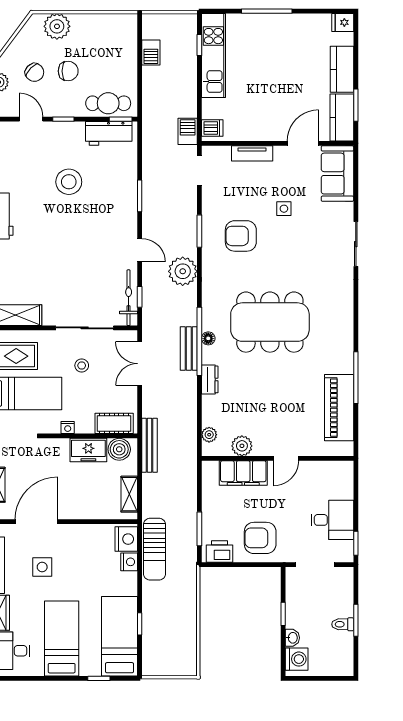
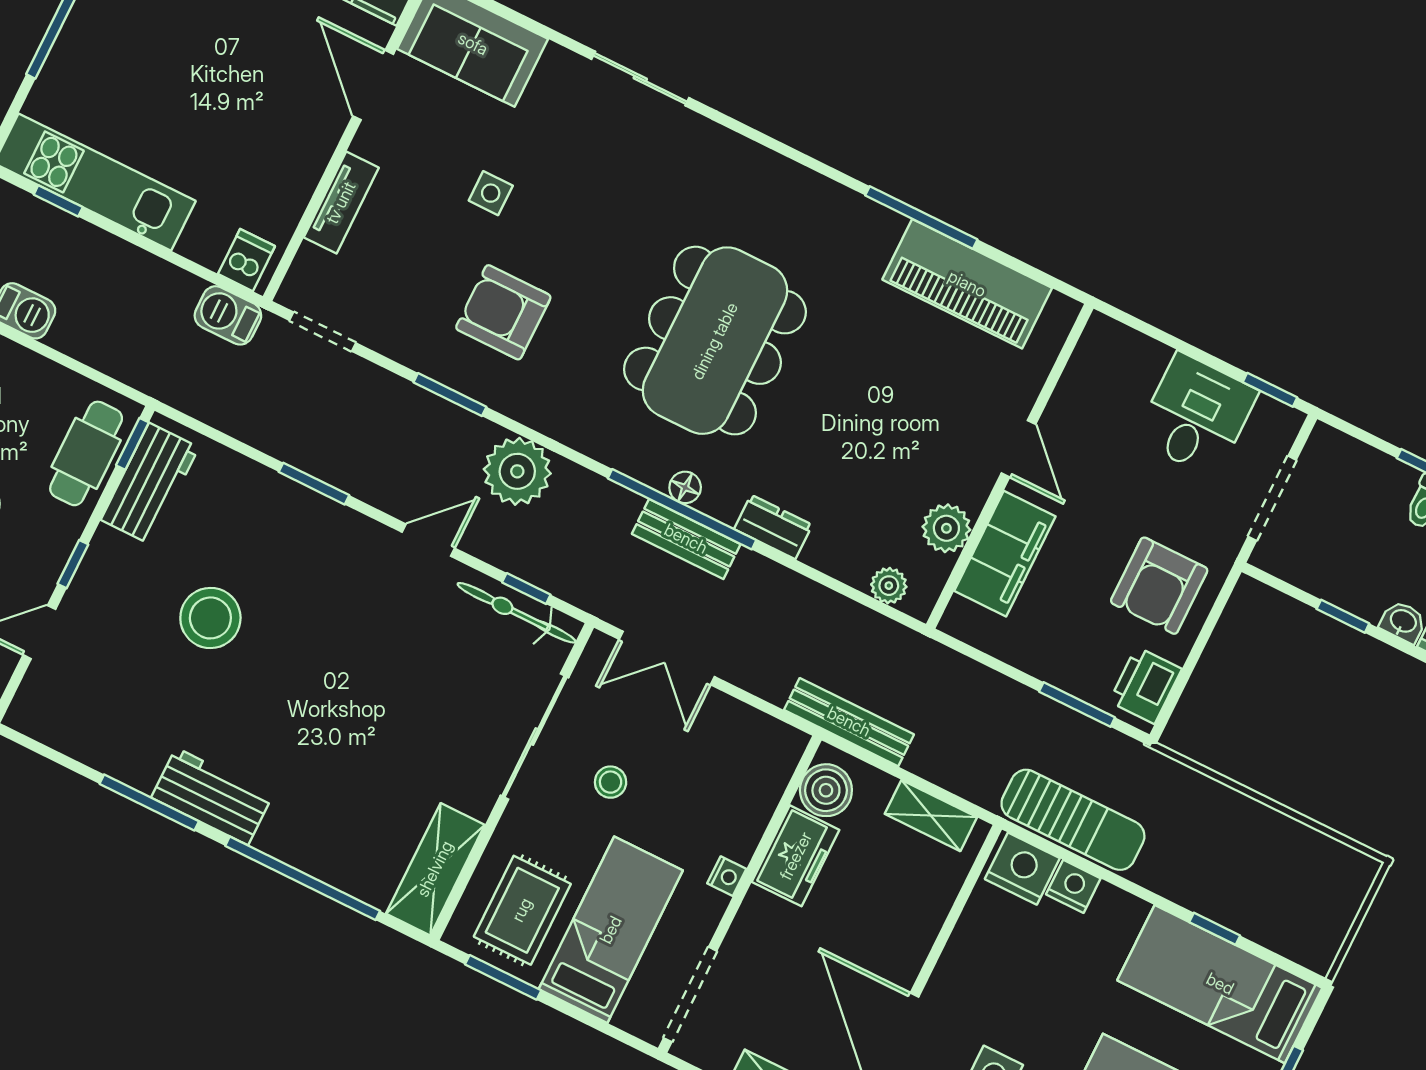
armchair: (241, 236) -> (503, 312), turned 90
cot: (114, 423) -> (766, 774), removed

